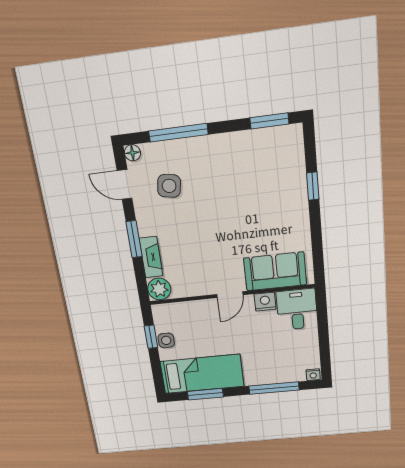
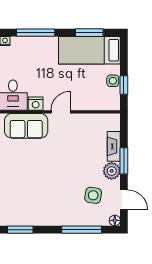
plant: (159, 289) -> (112, 171), moved

